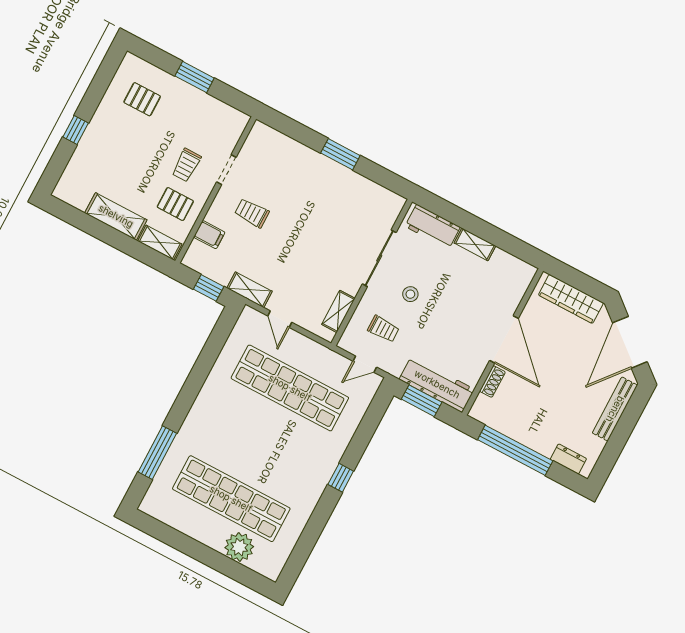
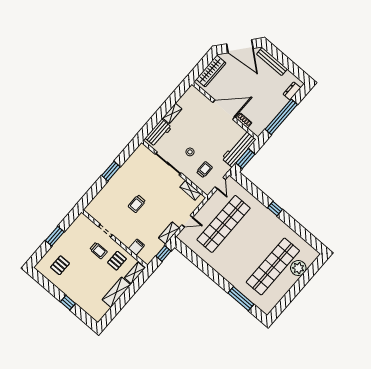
trolley: (252, 213) -> (137, 204), moved

